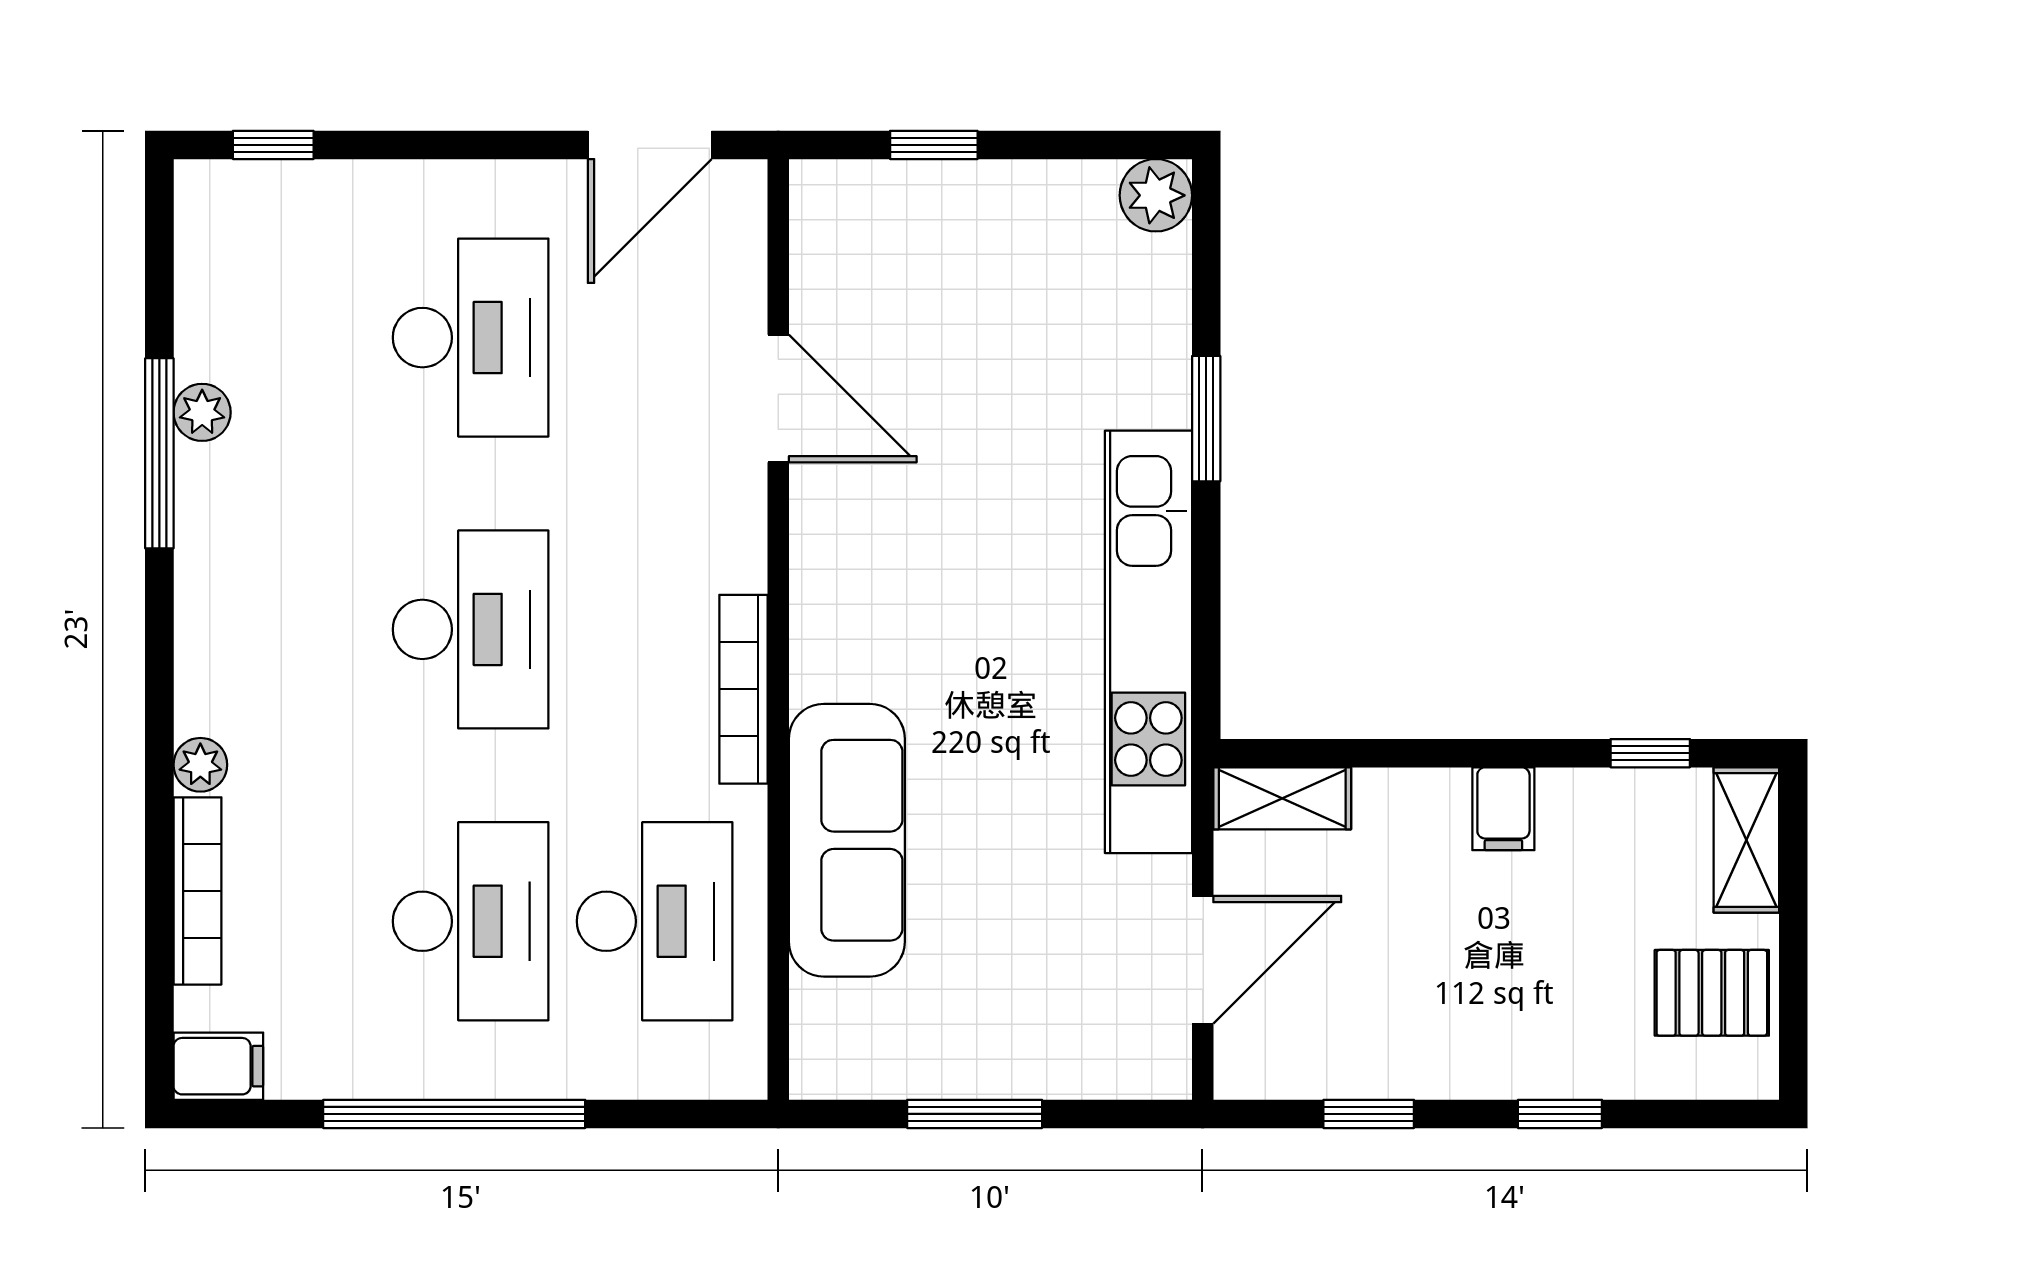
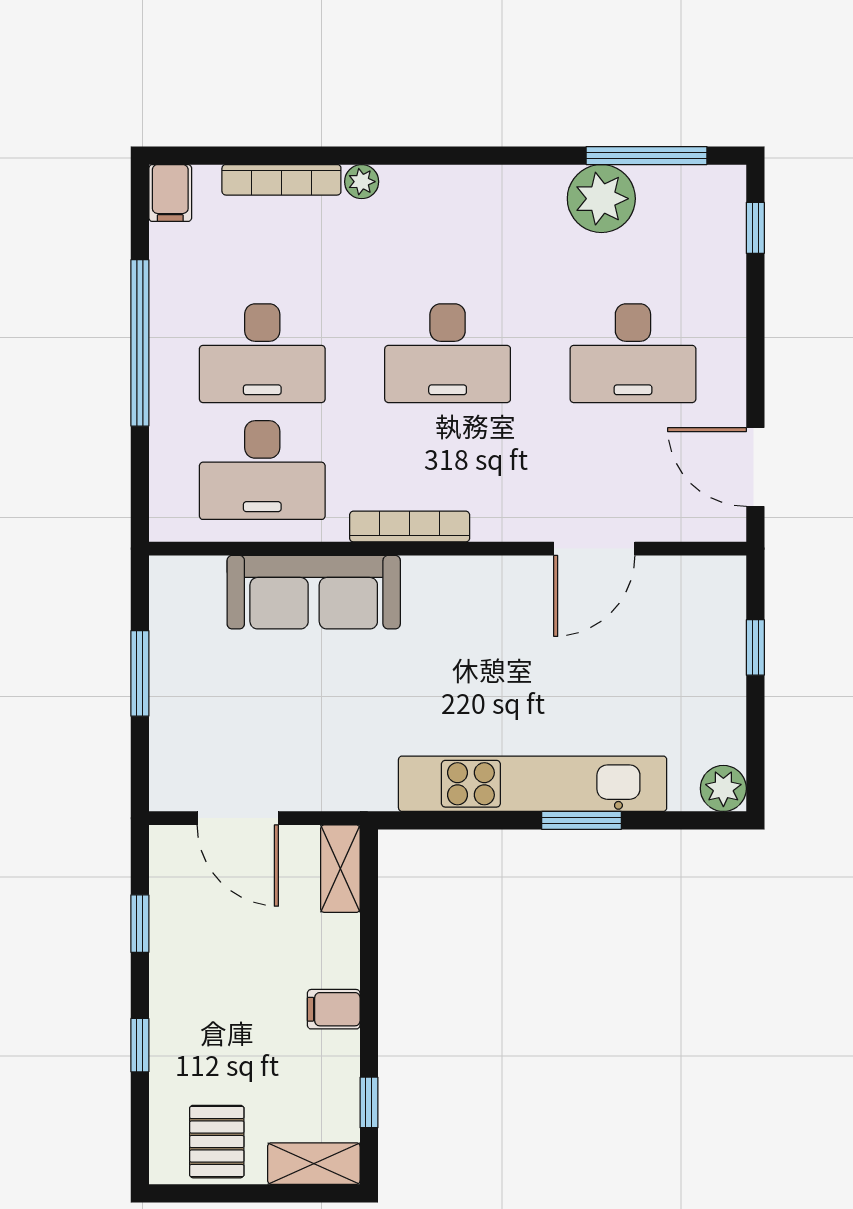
plant: (202, 412) -> (601, 199), width x1.88, depth x1.88
window: (159, 453) -> (647, 156), moved
kitchen unit: (1148, 642) -> (533, 784), moved

